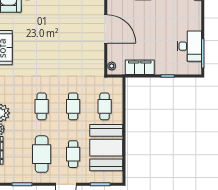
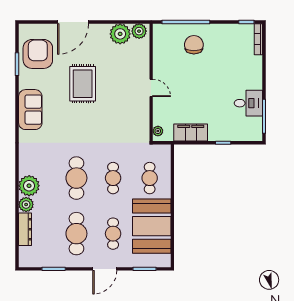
rug: (47, 25) -> (83, 84), added
door: (106, 29) -> (151, 88), width x0.53
desk: (189, 46) -> (248, 103), width x0.73
cafe table: (42, 106) -> (76, 178), width x1.37, depth x1.35

